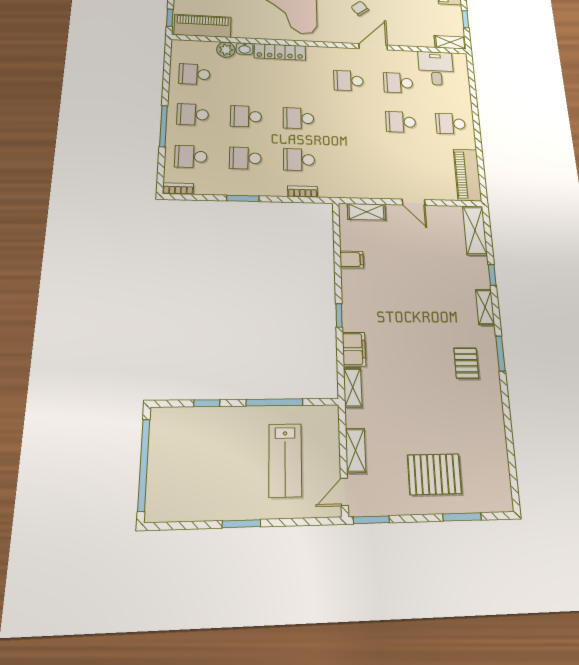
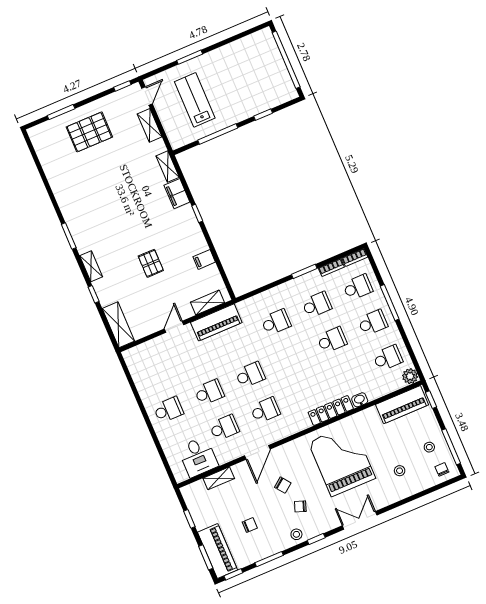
shelving: (450, 42) -> (219, 478), moved
plant: (226, 50) -> (410, 376), moved
school desk: (298, 118) -> (250, 375), moved
piano: (468, 175) -> (216, 322), moved, turned 90
bookcase: (303, 192) -> (331, 267), moved
door: (414, 202) -> (174, 327), hinge flipped
pallet: (466, 363) -> (151, 263), moved
window: (371, 520) -> (122, 86), width x0.67
window: (241, 524) -> (190, 57), moved

